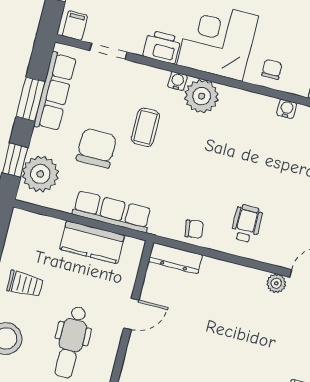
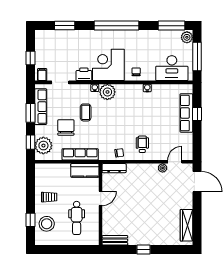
kitchen counter: (92, 242) -> (85, 170), moved

